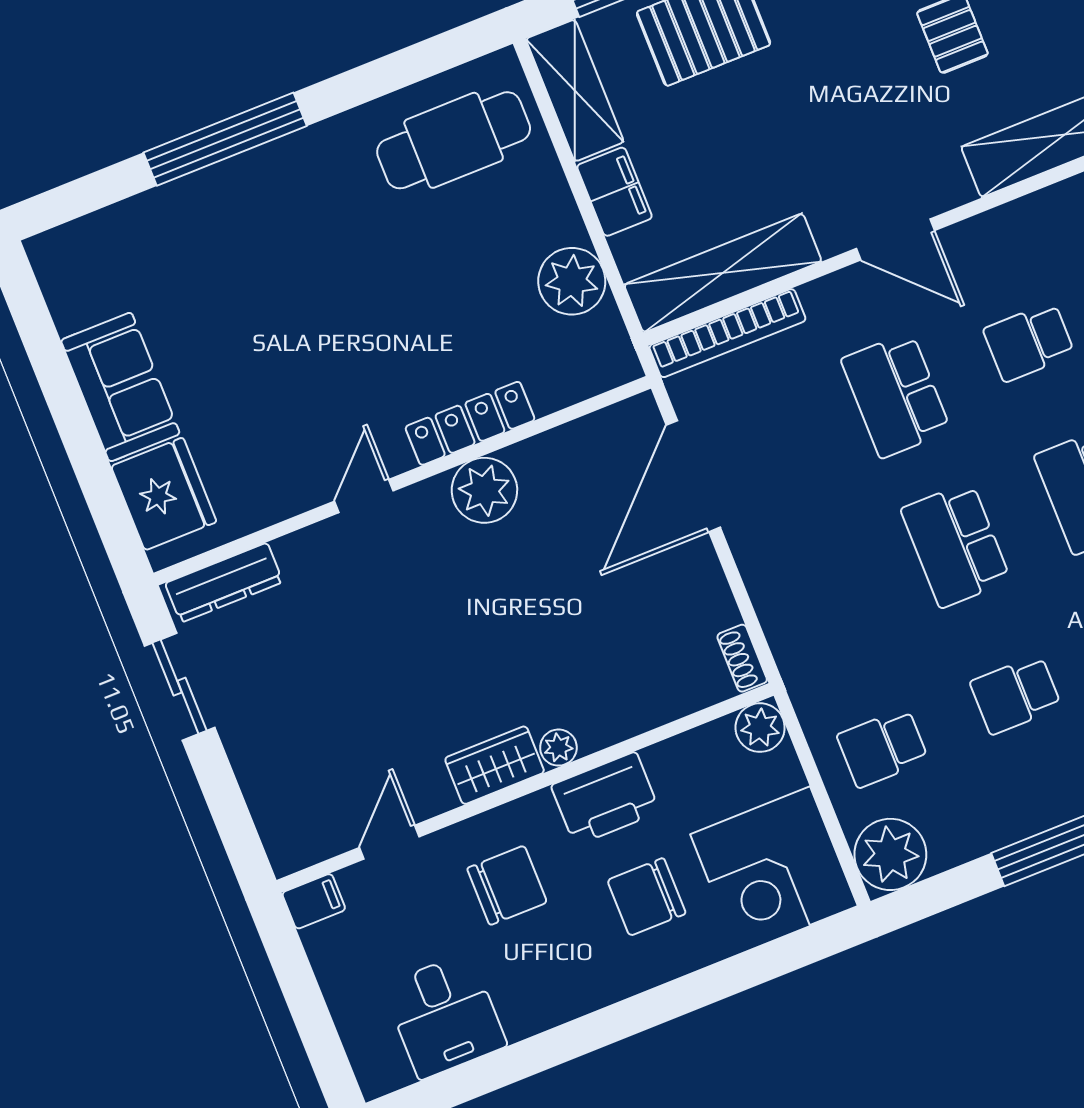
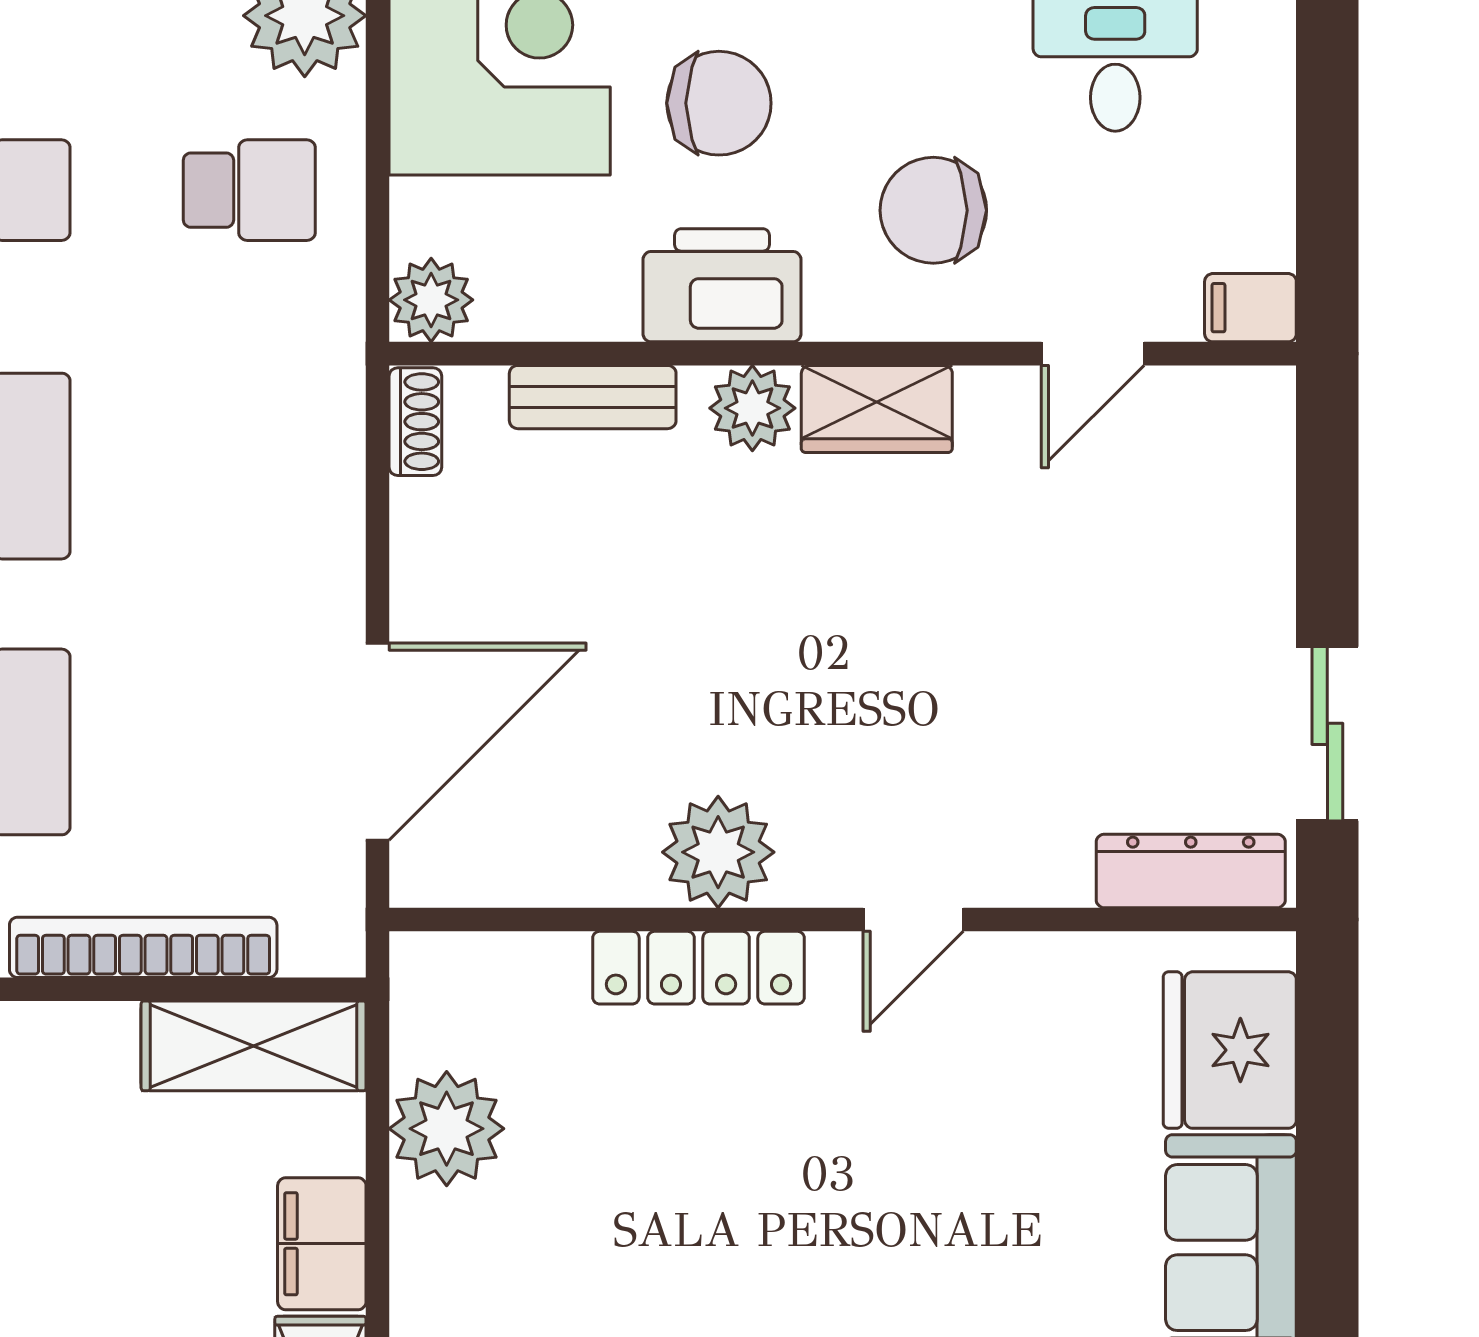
shelving: (723, 273) -> (254, 1046), width x0.68
bookcase: (727, 333) -> (143, 947), moved
bench: (651, 710) -> (593, 397), added
plant: (558, 748) -> (752, 408), width x1.38, depth x1.38

